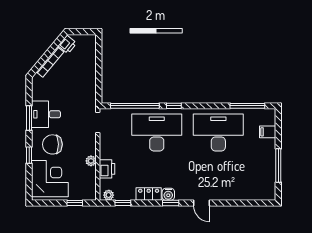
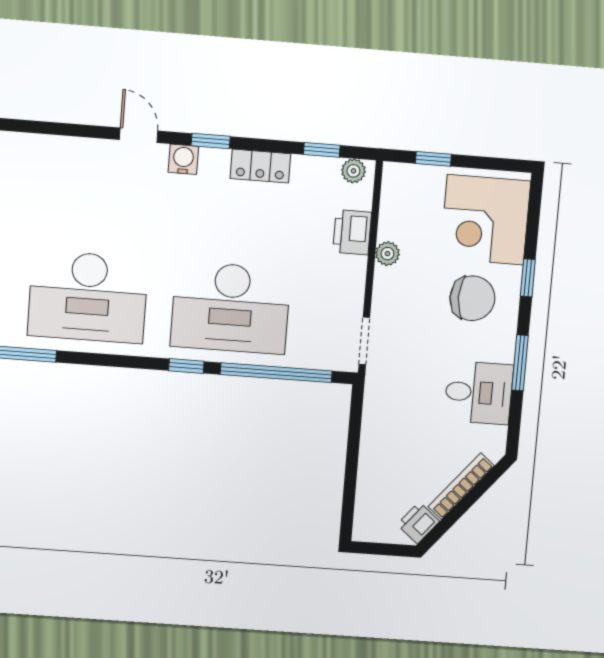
desk: (46, 114) -> (479, 393), moved
water cooler: (168, 194) -> (183, 159), moved

